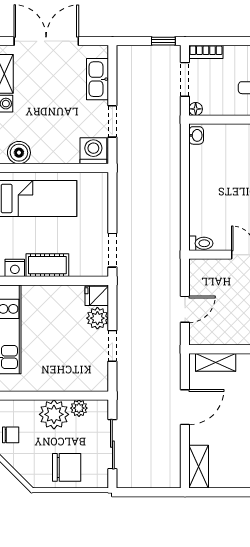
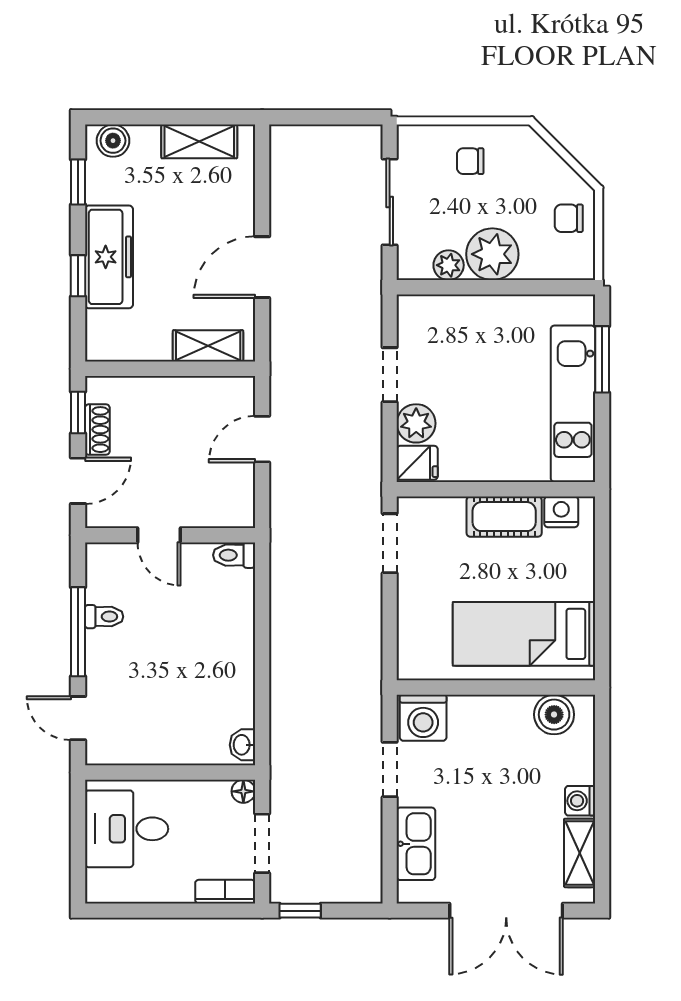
chair: (67, 467) -> (470, 161), width x0.54, depth x0.54
shelving: (199, 467) -> (199, 141), moved, turned 90

